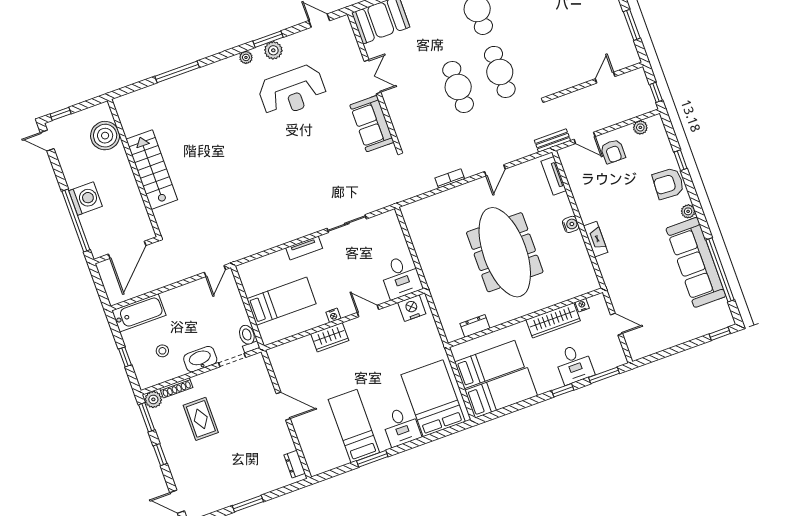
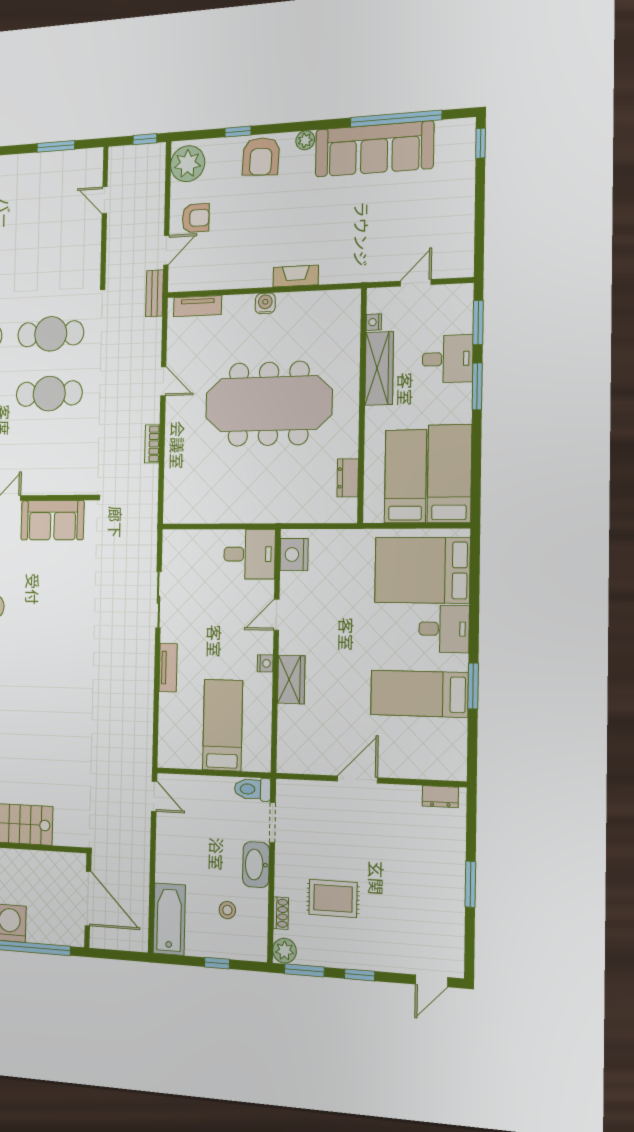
plant: (640, 127) -> (188, 164), width x1.87, depth x1.87
shoe rack: (176, 388) -> (281, 913), width x0.70
window: (563, 390) -> (477, 386), width x1.50

